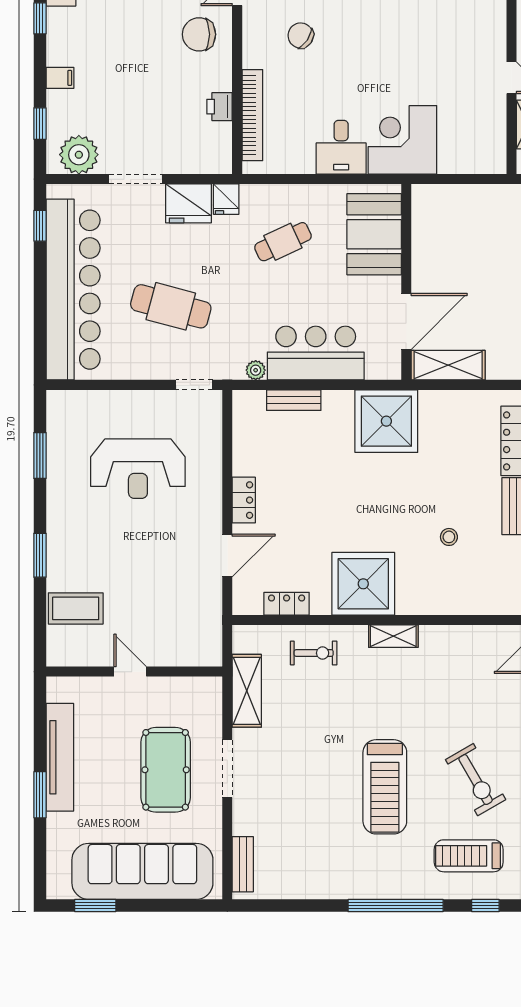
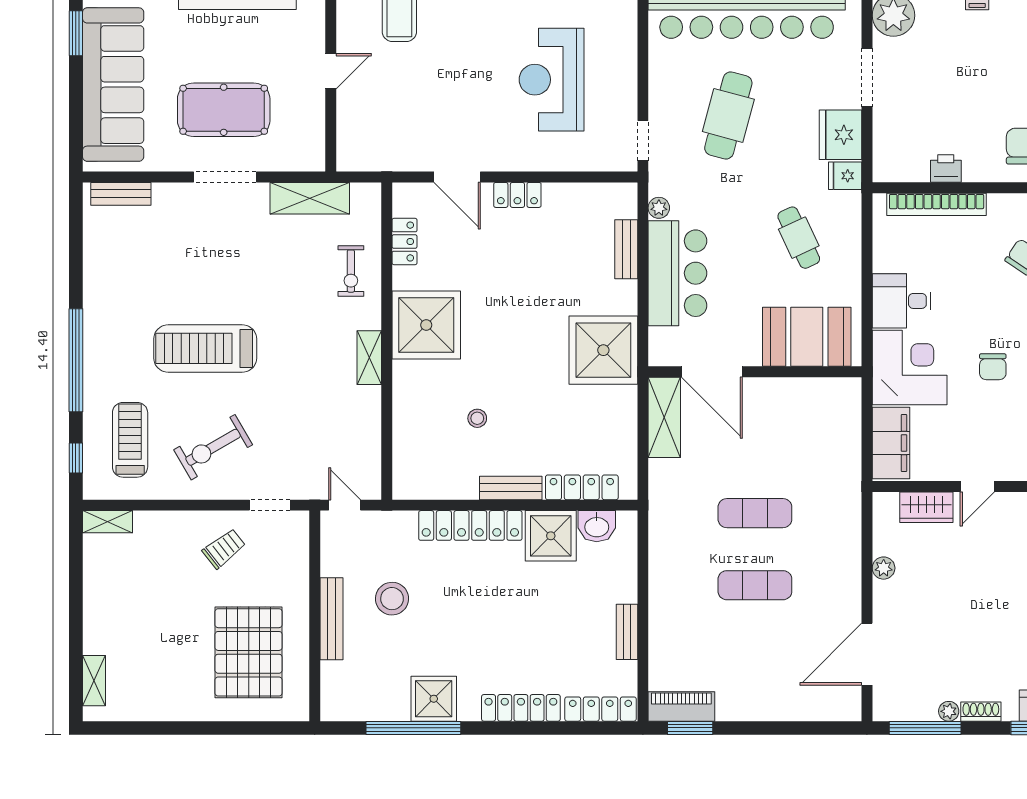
chair: (402, 64) -> (993, 367), added
filing cabinet: (472, 157) -> (891, 443), added

